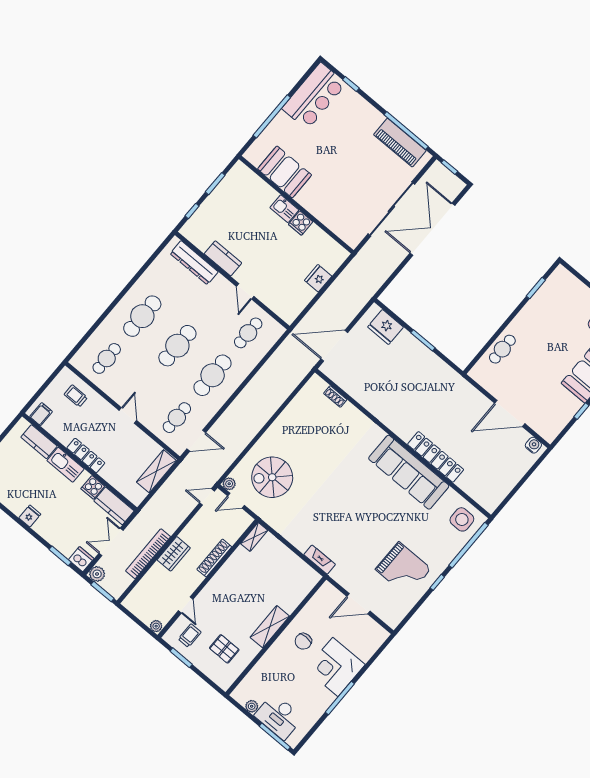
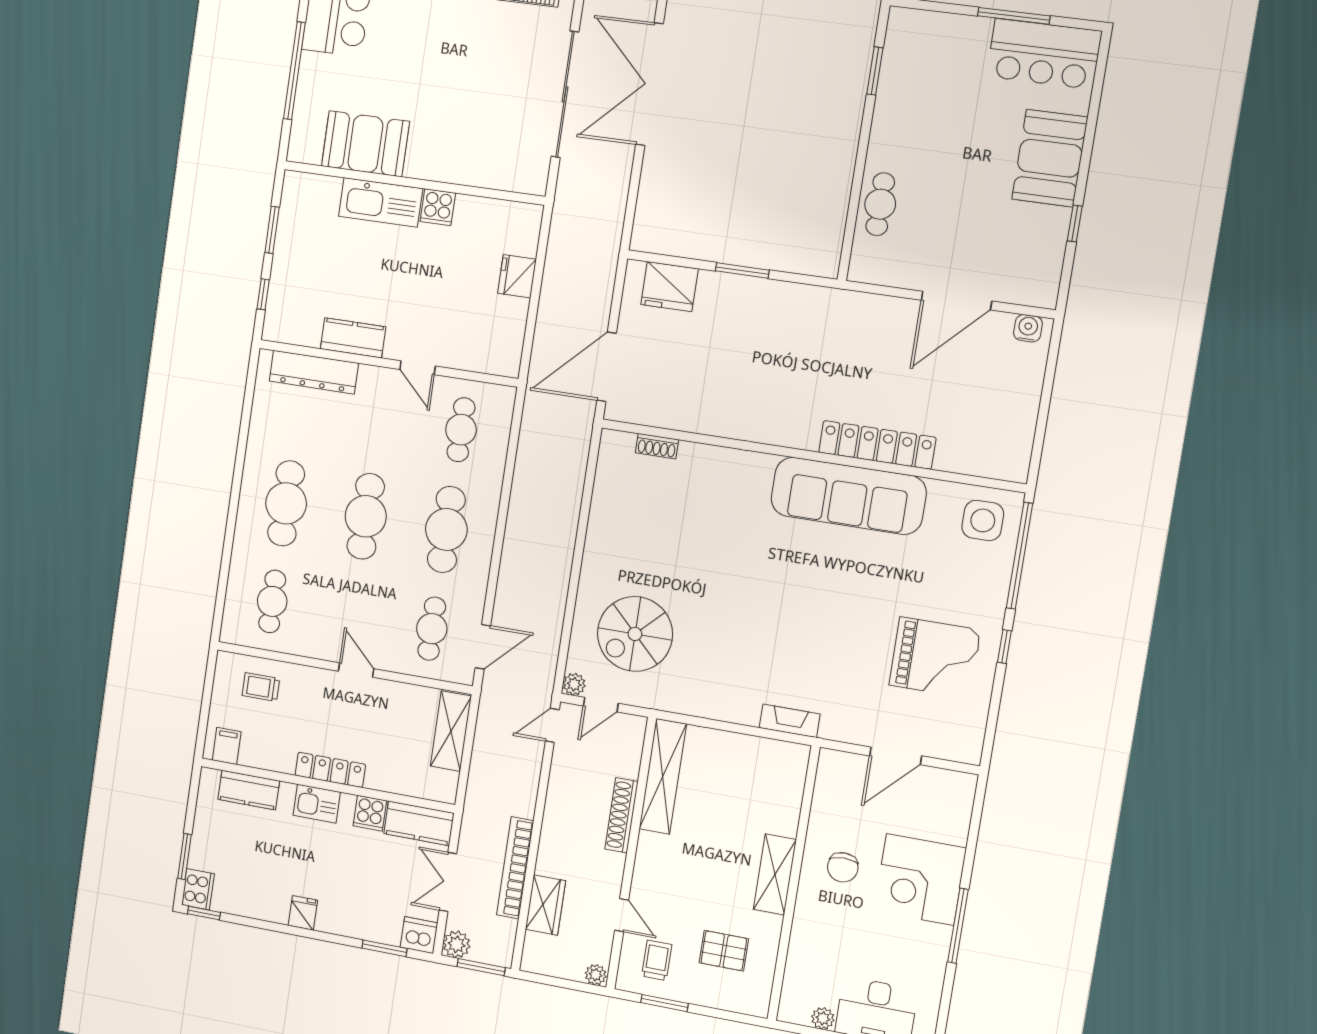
kitchen sink: (284, 209) -> (381, 202), width x1.87, depth x1.24
kitchen sink: (66, 465) -> (317, 804), width x0.73
shelving: (254, 537) -> (663, 776), width x2.20, depth x1.33
wardrobe: (174, 554) -> (546, 905), moved

